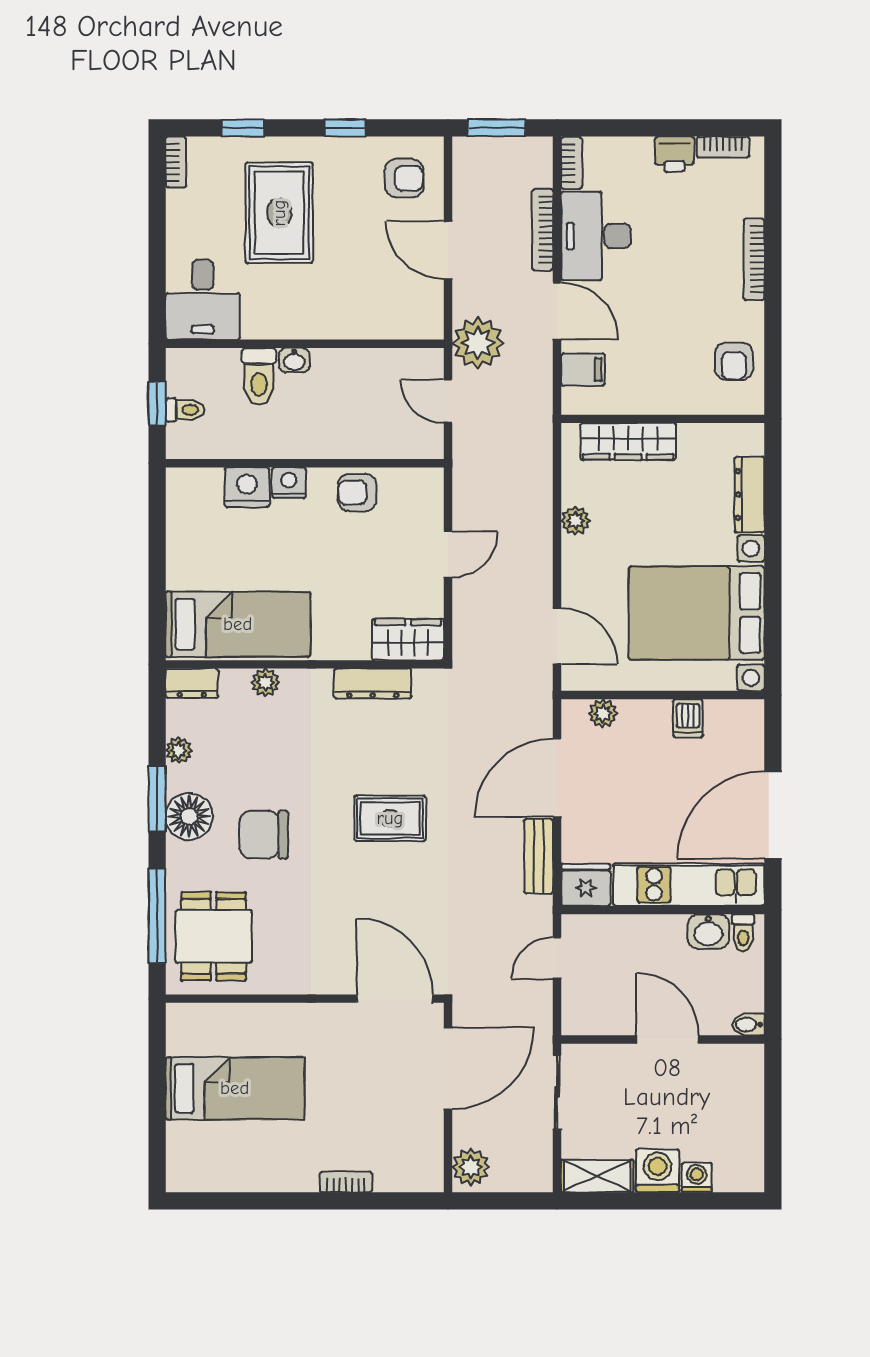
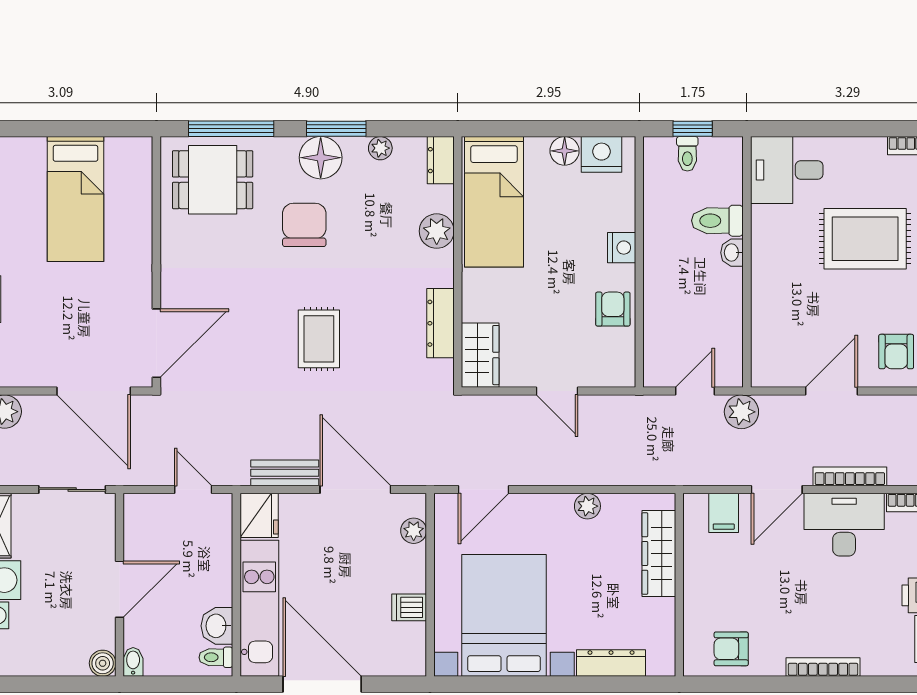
plant: (478, 343) -> (741, 412), width x0.73, depth x0.73
nightstand: (247, 487) -> (601, 154), moved, turned -90
floor lamp: (182, 546) -> (565, 151), added
plant: (265, 683) -> (437, 231), width x1.38, depth x1.38
boiler: (750, 1058) -> (103, 663), added

